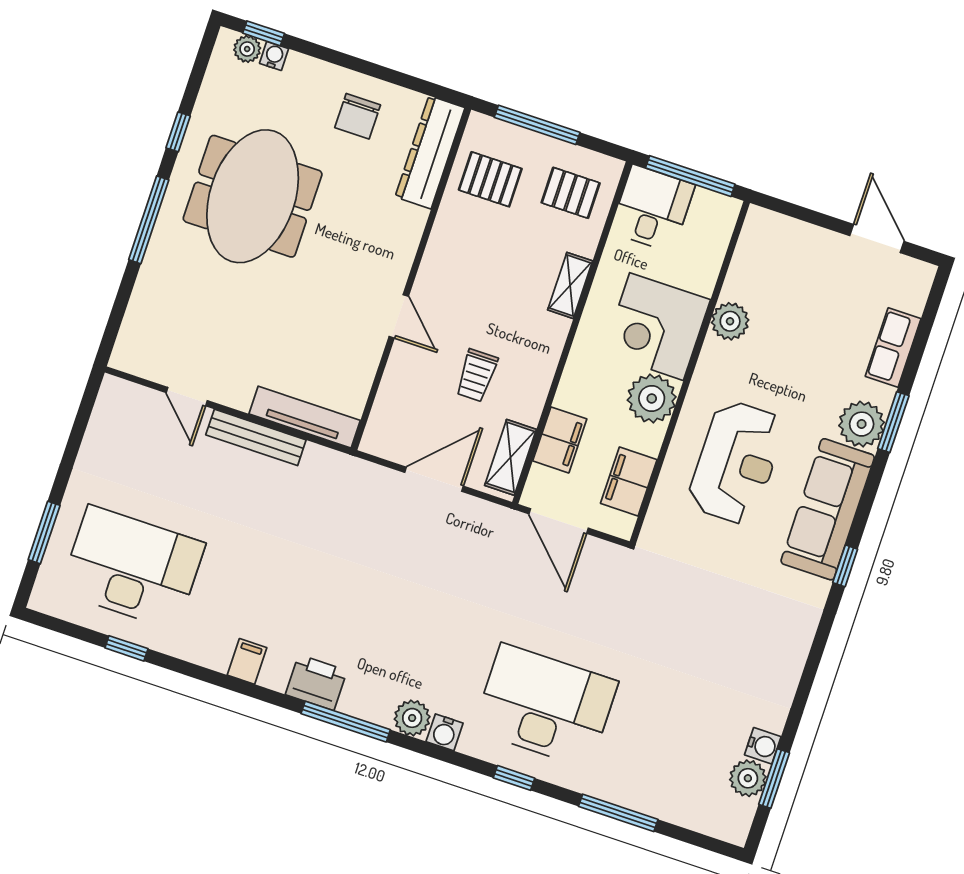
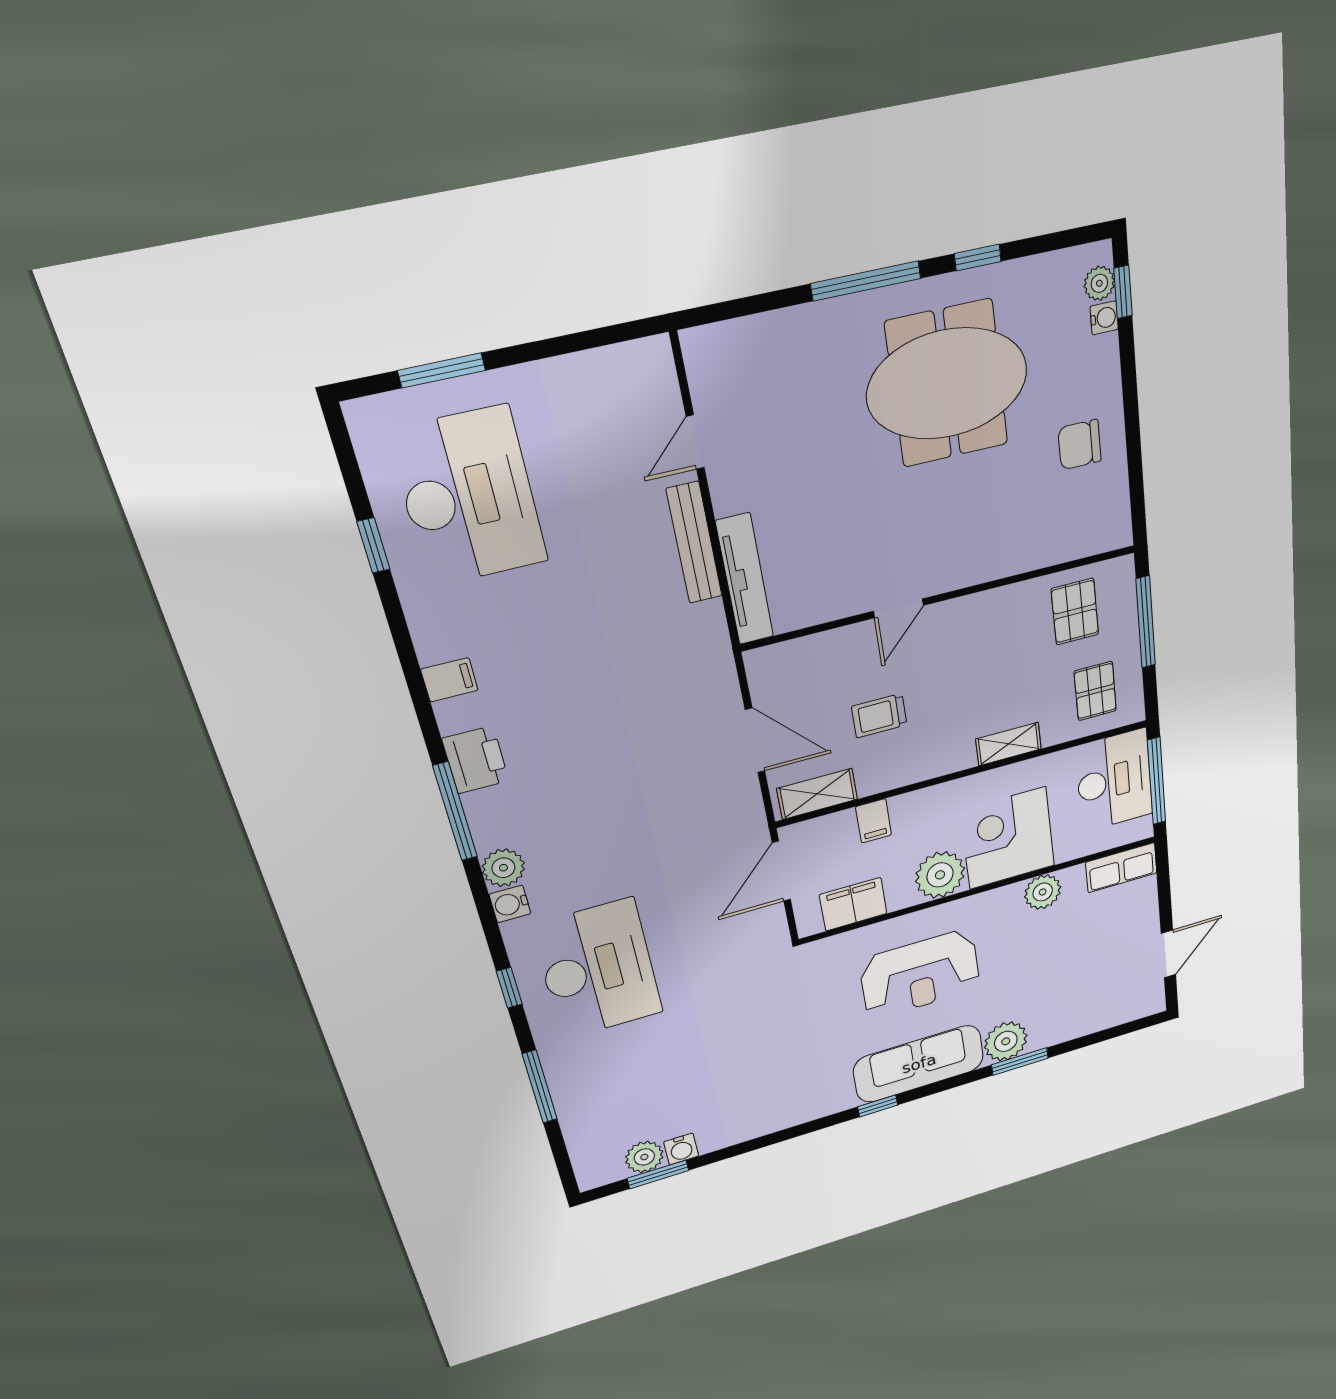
dresser: (430, 152) -> (1075, 539), removed
desk: (652, 208) -> (1114, 780), width x1.37
row of seats: (893, 347) -> (1121, 868), moved, turned 180
filing cabinet: (560, 440) -> (874, 821), width x0.50

